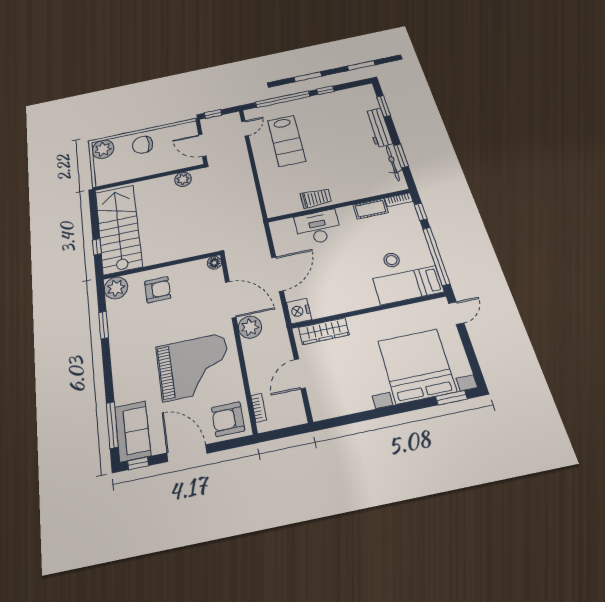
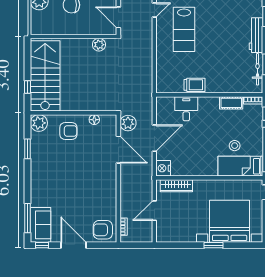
desk: (318, 227) -> (186, 109), width x0.73
floor lamp: (214, 263) -> (94, 120), moved
plant: (250, 327) -> (128, 123), moved
grand piano: (194, 367) -> (86, 192), removed
window: (451, 398) -> (213, 245), moved

